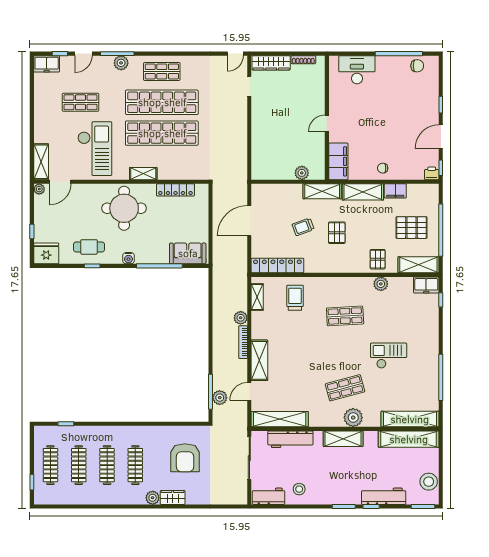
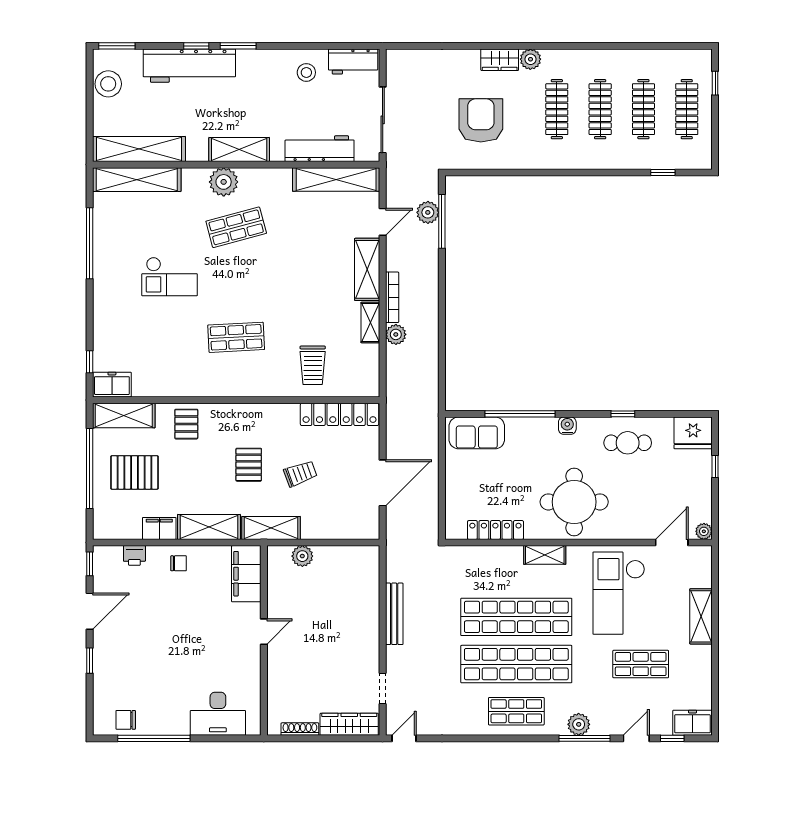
bench: (242, 135) -> (394, 614), added
shelving: (41, 162) -> (701, 616), moved
printer: (432, 173) -> (134, 555), moved
plant: (381, 284) -> (181, 386), removed
shelving: (257, 297) -> (370, 323), moved
workbench: (384, 496) -> (189, 66), width x1.36, depth x1.32

